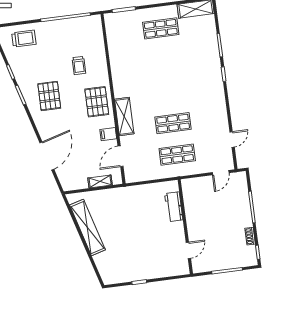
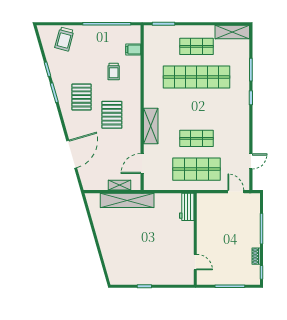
trolley: (24, 39) -> (64, 39), turned 105
shop shelf: (165, 60) -> (197, 77), added
pallet: (97, 102) -> (112, 115), moved
filing cabinet: (108, 134) -> (133, 50), moved
shop shelf: (177, 155) -> (197, 169), width x1.43, depth x1.36
door: (221, 173) -> (236, 192), swing flipped
workbench: (174, 207) -> (187, 207), moved
shelving: (87, 227) -> (127, 200), moved, turned -74
door: (188, 250) -> (195, 262), hinge flipped

